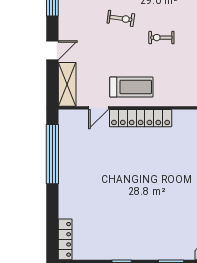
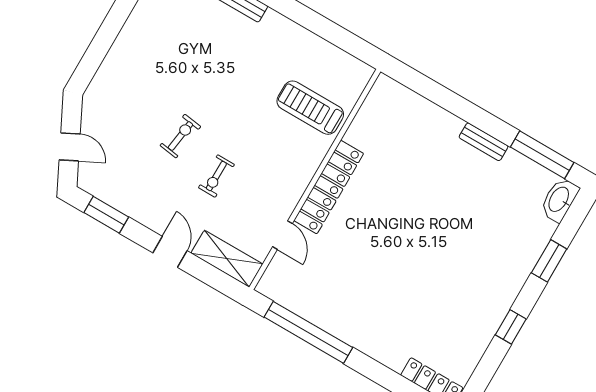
exercise bike: (161, 38) -> (216, 176), moved
treadmill: (131, 87) -> (310, 108), moved, turned -90

